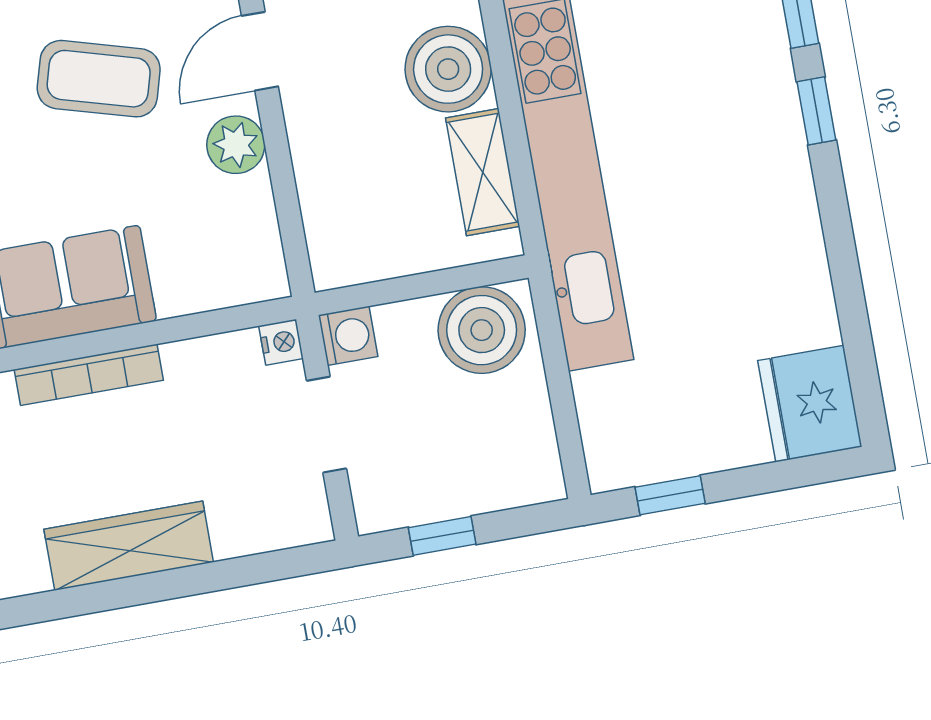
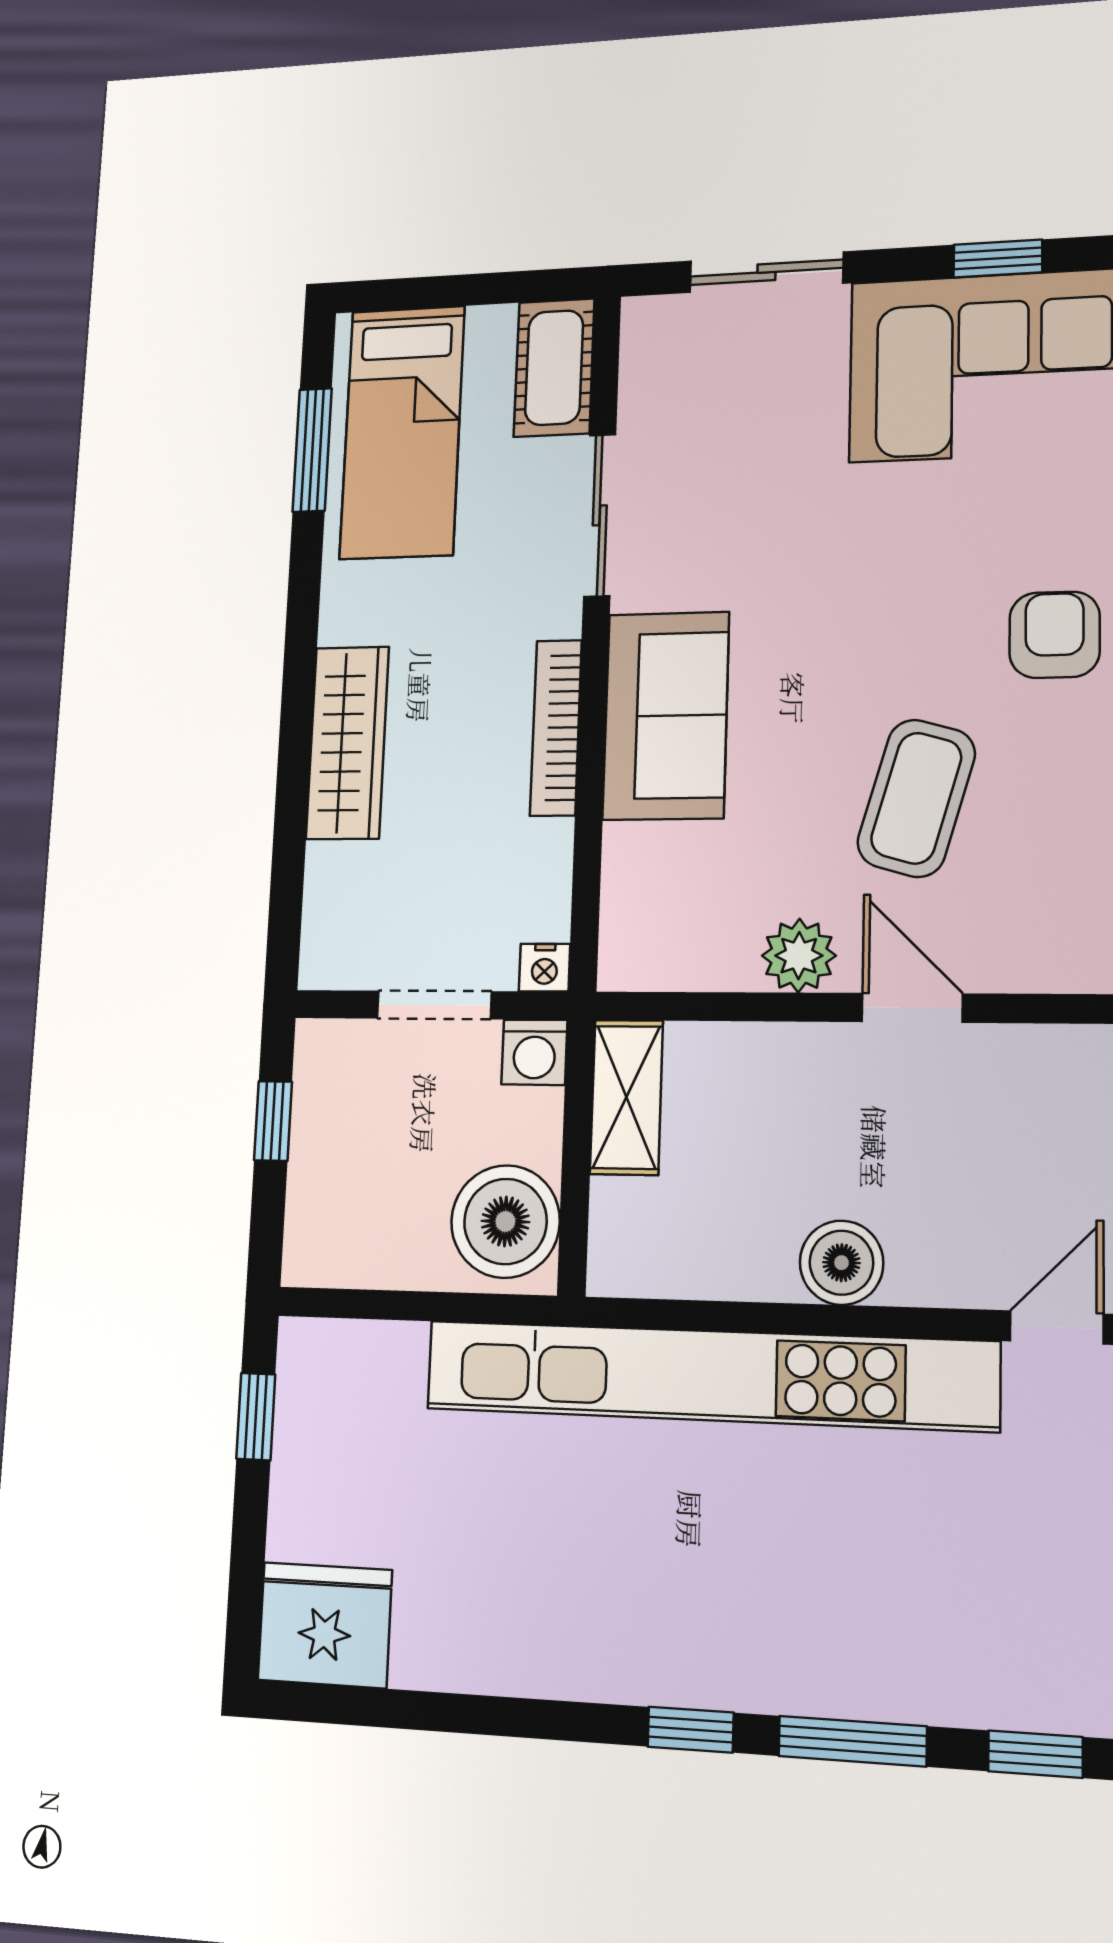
boiler: (448, 69) -> (841, 1263), width x0.73, depth x0.73
shelving: (483, 172) -> (626, 1097), moved, turned 90

